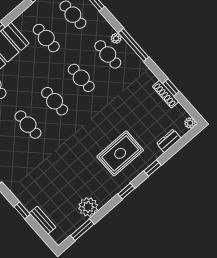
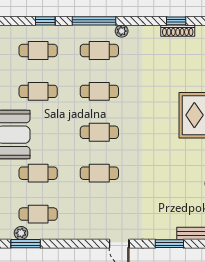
plant: (116, 38) -> (122, 31), moved
window: (134, 45) -> (94, 21), moved
window: (22, 211) -> (169, 244), width x1.50

